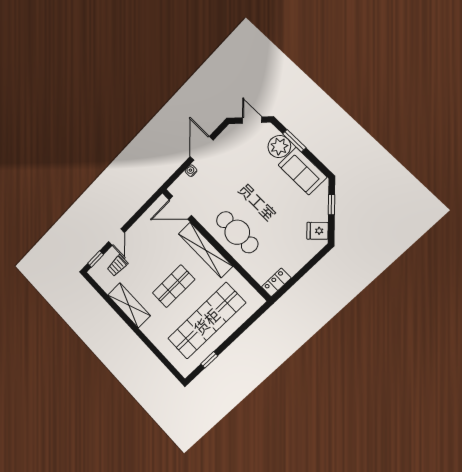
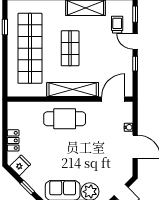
window: (134, 219) -> (135, 64), added
locker: (276, 282) -> (13, 140), moved

